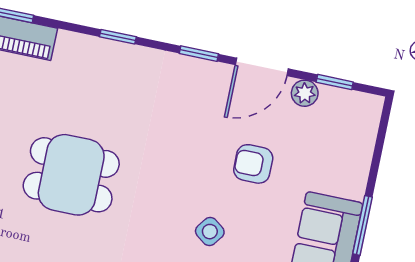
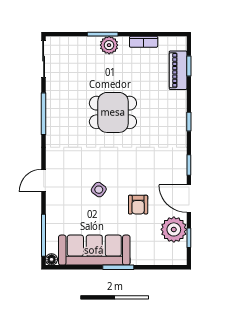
plant: (305, 93) -> (174, 229), width x1.88, depth x1.88
armchair: (253, 164) -> (138, 205), turned 180
dining table: (71, 175) -> (113, 112), turned 90

